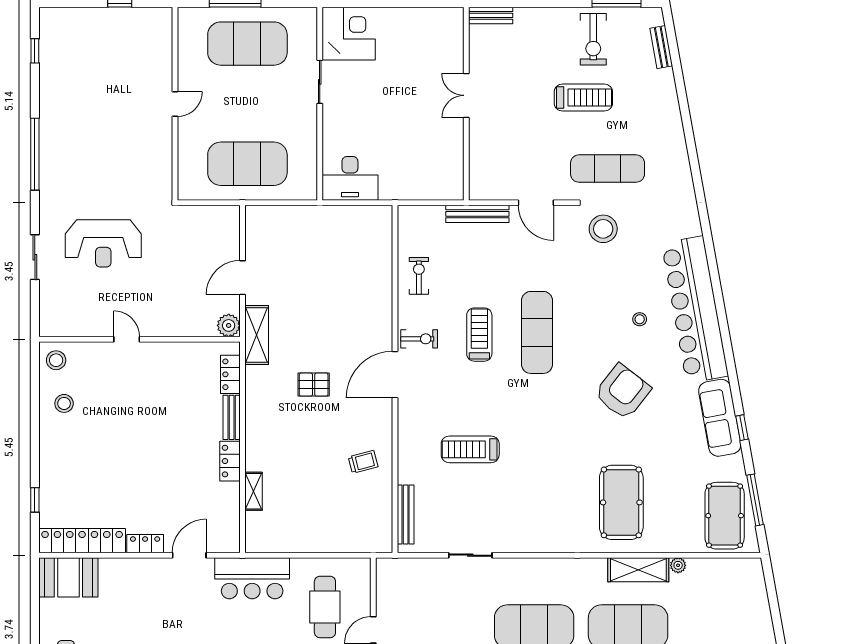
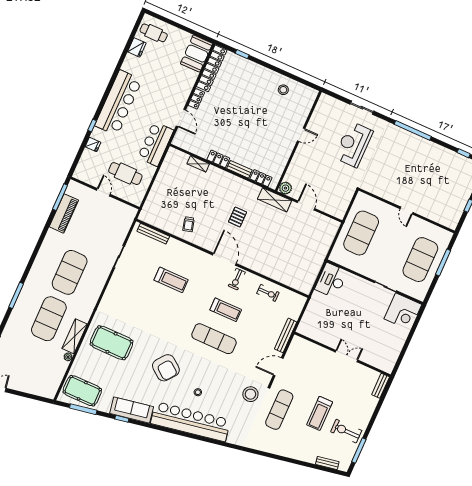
stool: (56, 360) -> (306, 95), removed
treadmill: (470, 449) -> (171, 280), turned 90

